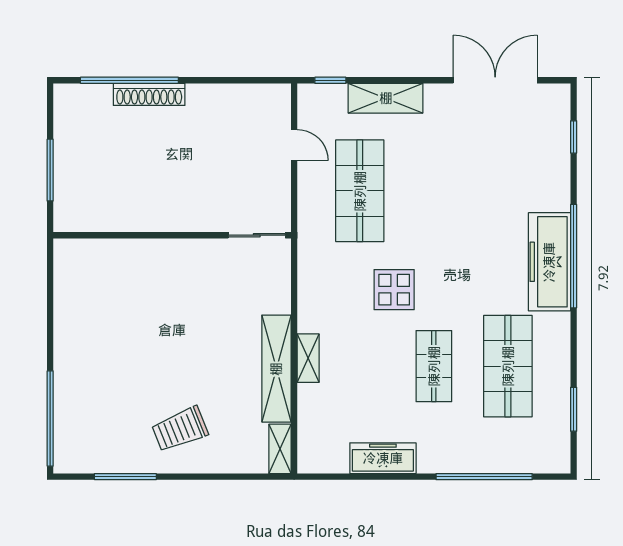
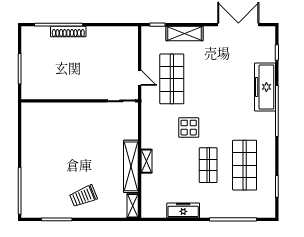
door: (294, 145) -> (140, 78), moved
freezer: (549, 262) -> (265, 87), moved

